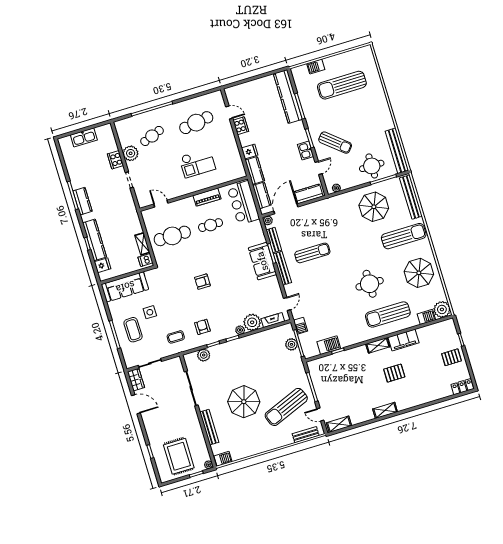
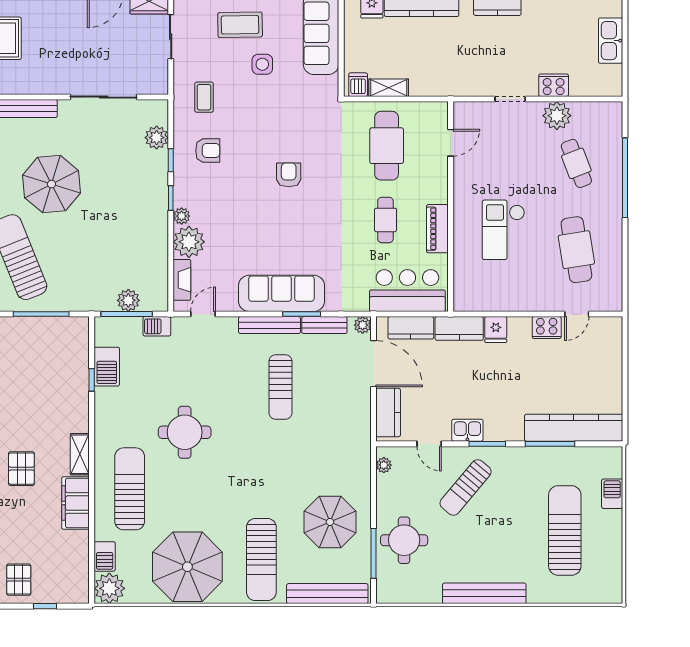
bench: (397, 151) -> (484, 593), moved
sofa: (262, 261) -> (281, 293), width x1.36
parasol: (419, 273) -> (187, 567), width x1.36, depth x1.36
round table: (370, 284) -> (185, 432), moved
door: (287, 304) -> (203, 314), swing flipped

